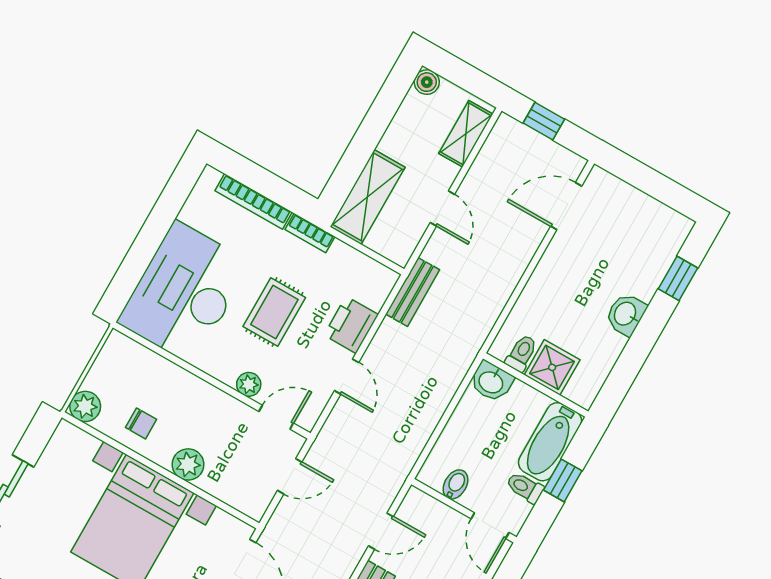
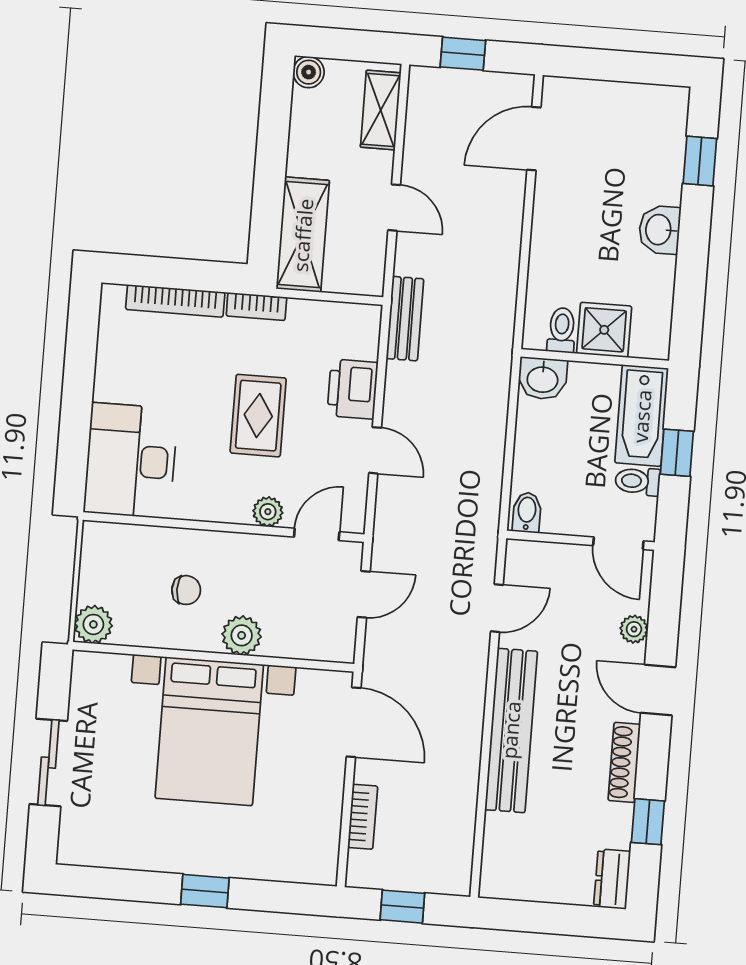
desk: (184, 292) -> (131, 461), width x0.73, depth x0.77
chair: (141, 423) -> (186, 590), moved
bidet: (456, 484) -> (527, 512), moved

